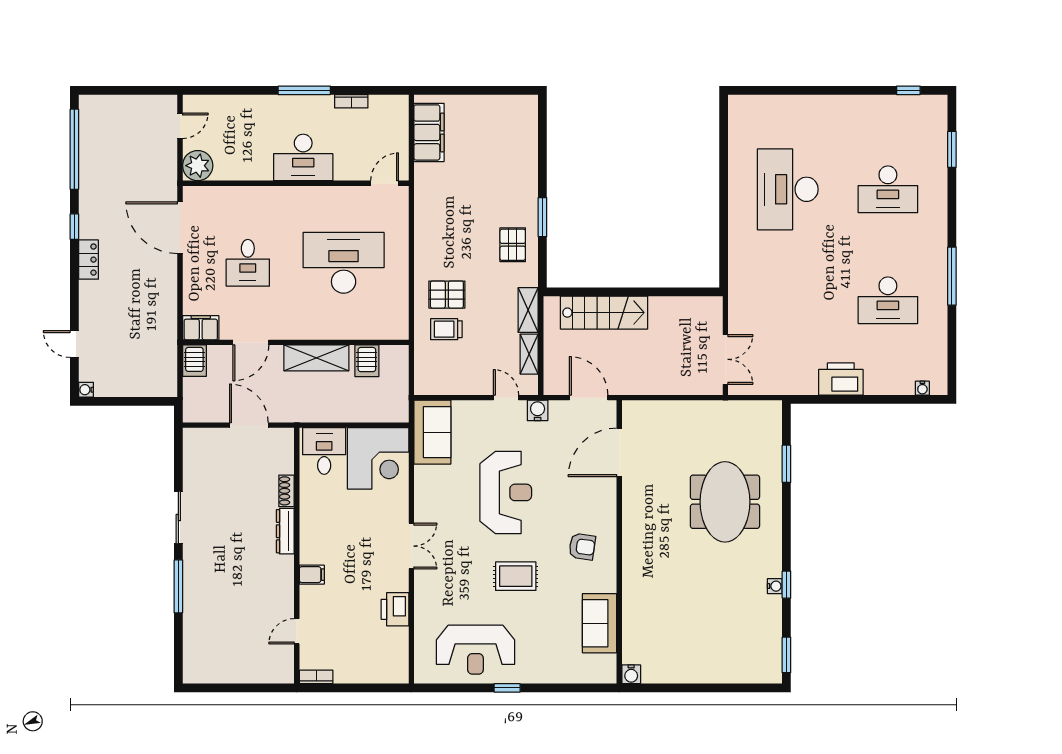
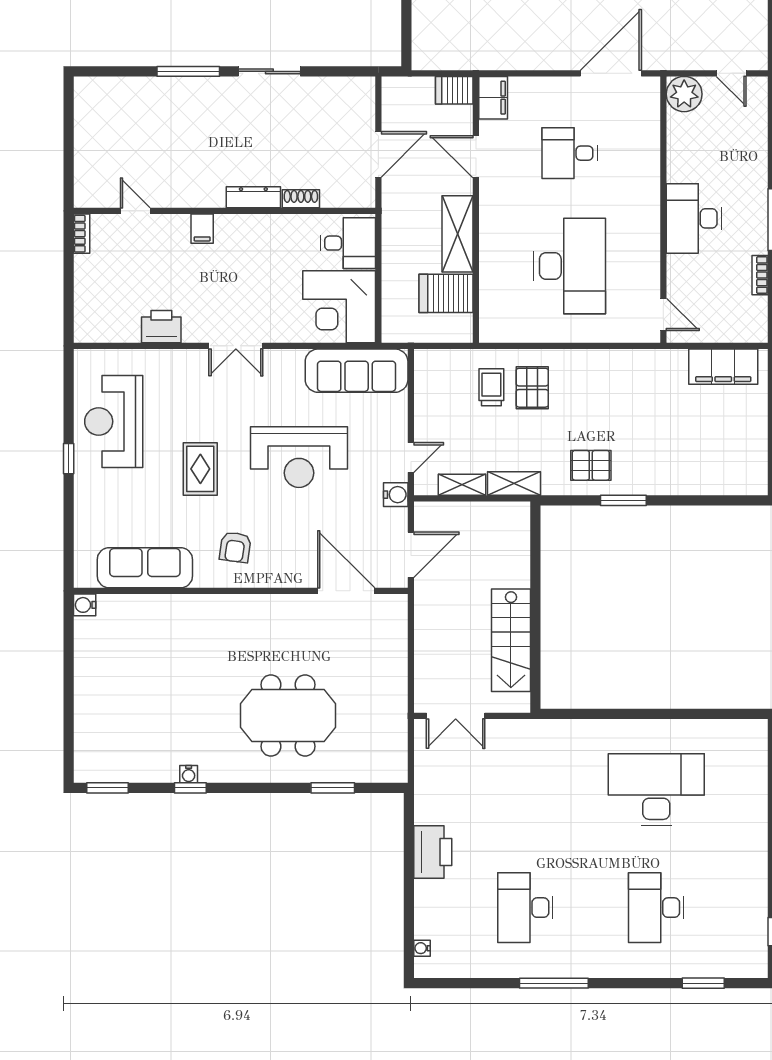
stairs: (604, 313) -> (511, 640), moved
server rack: (367, 361) -> (446, 293), width x1.36, depth x1.44
sofa: (432, 432) -> (357, 371), width x1.36
sofa: (600, 623) -> (145, 568), width x1.36

